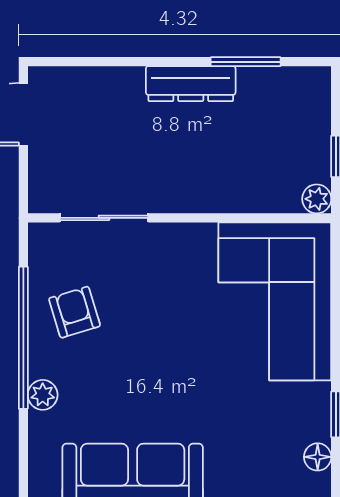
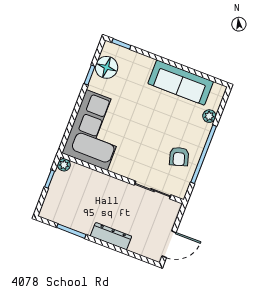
dresser: (191, 84) -> (111, 236), moved
plant: (43, 395) -> (209, 116), moved
floor lamp: (318, 457) -> (106, 67), width x1.89, depth x1.89

